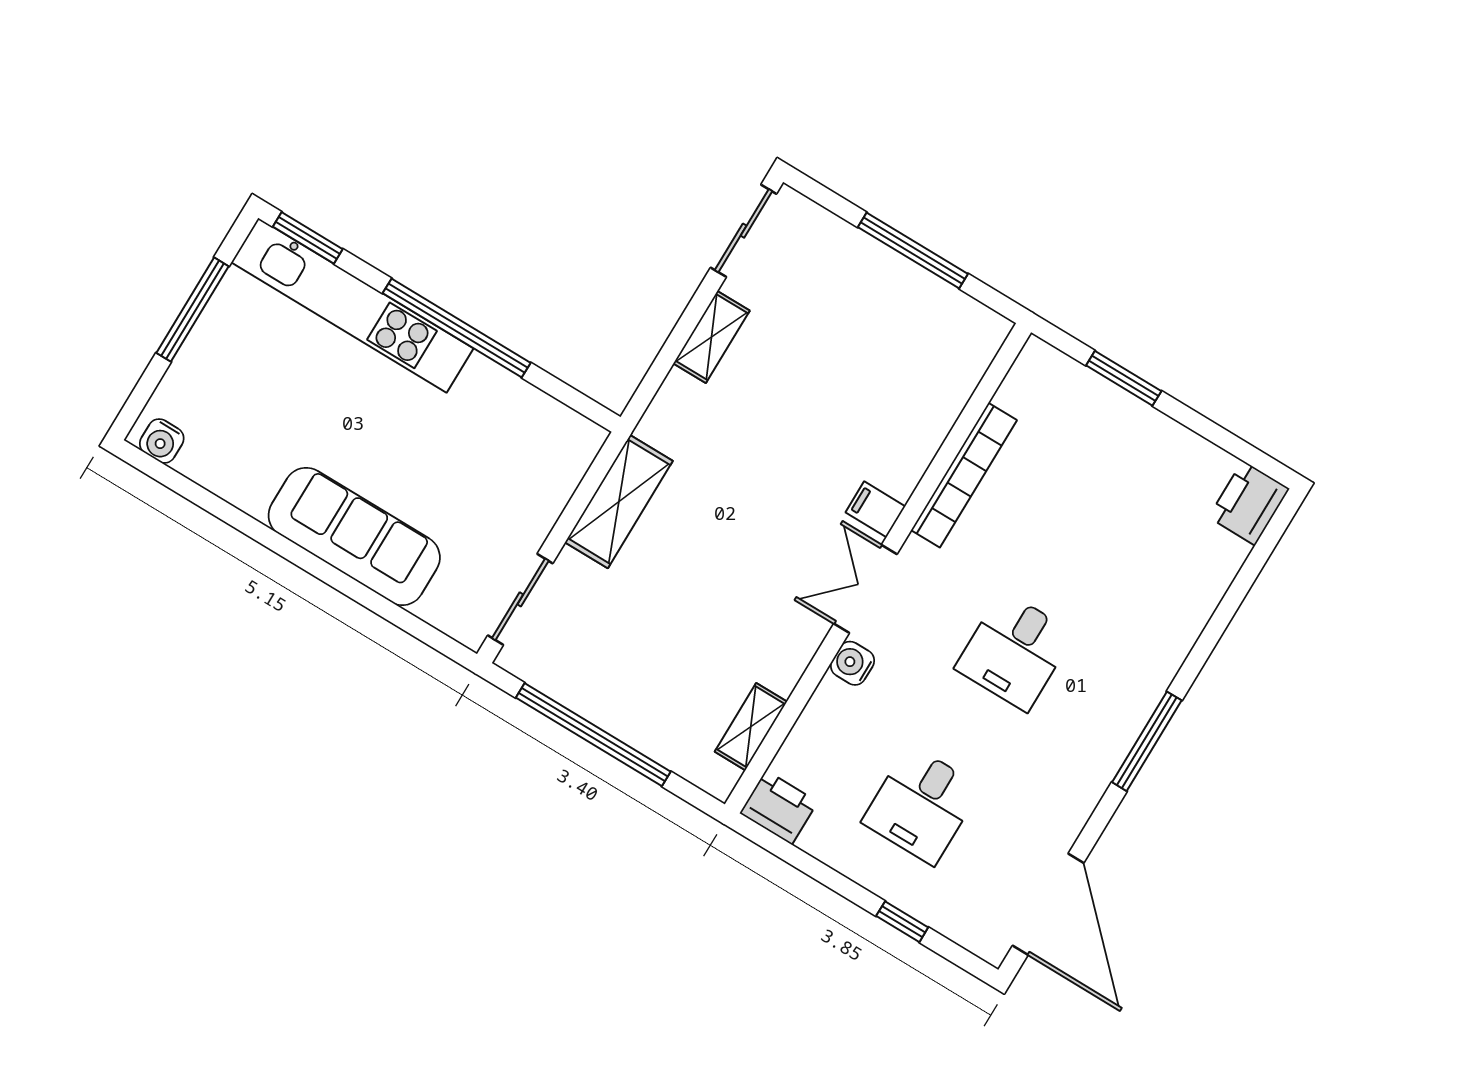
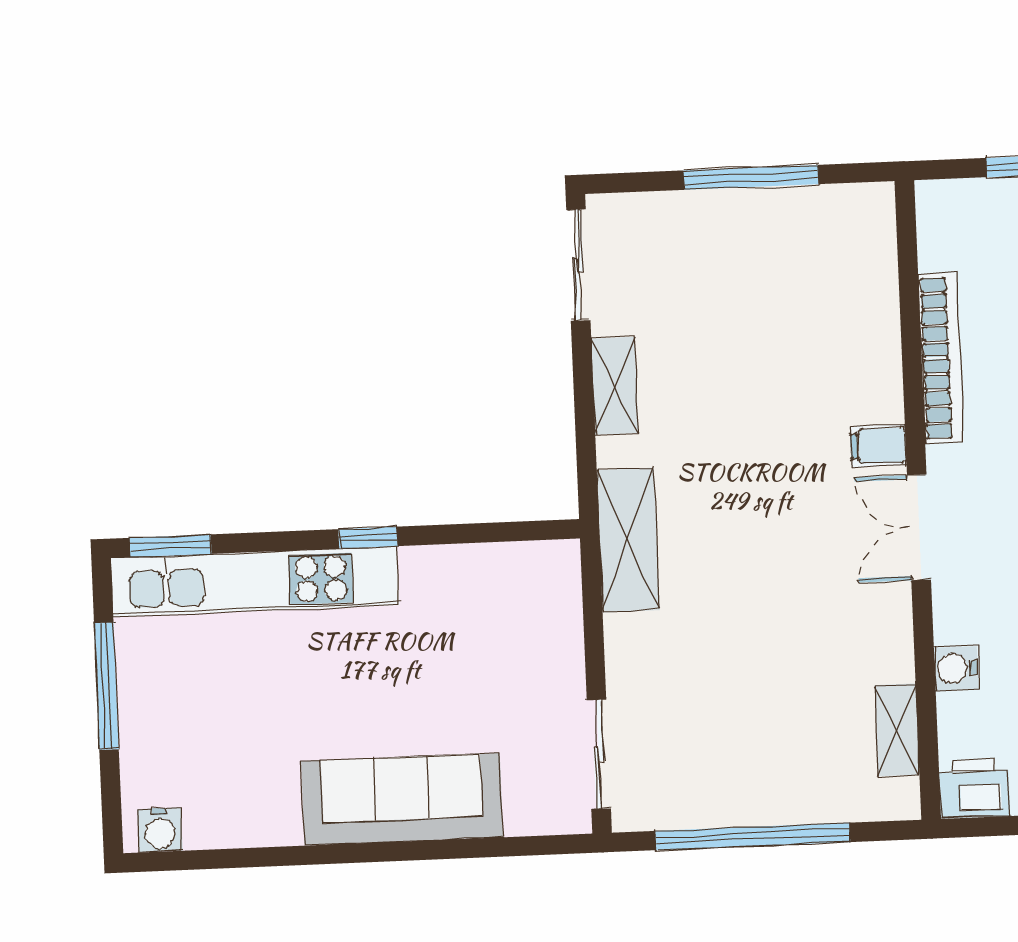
window: (457, 328) -> (368, 538), width x0.32
shelving: (619, 502) -> (628, 540), moved
water cooler: (852, 663) -> (956, 668), moved

